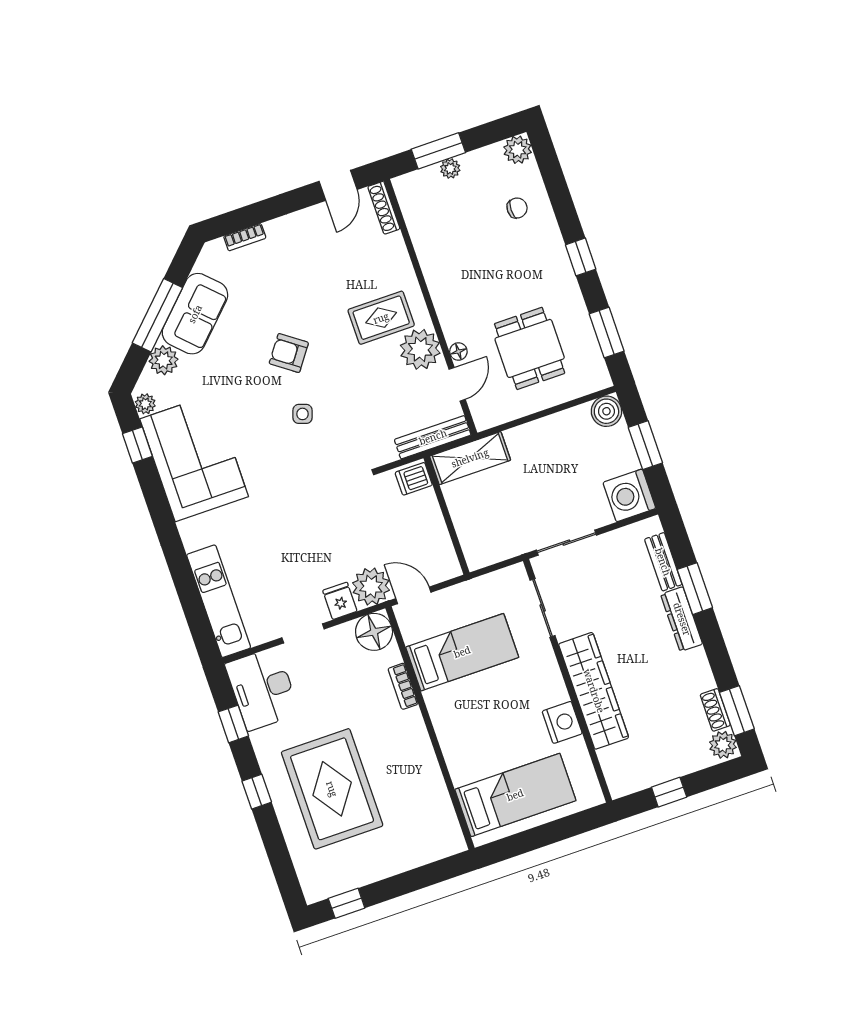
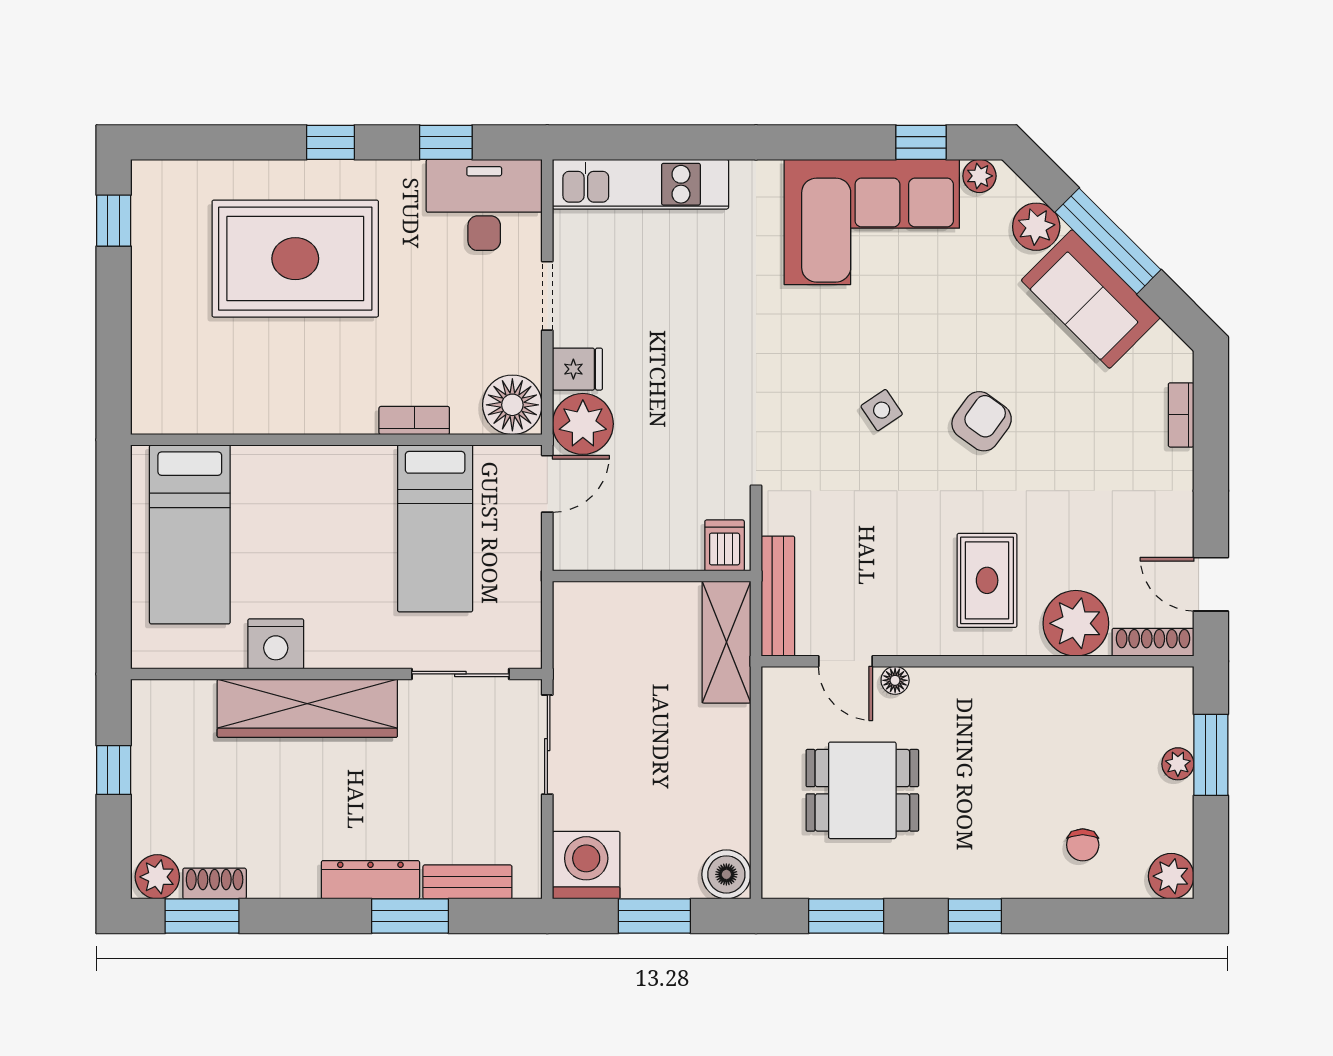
plant: (420, 349) -> (1076, 623), moved
side table: (303, 414) -> (882, 410), turned 37

